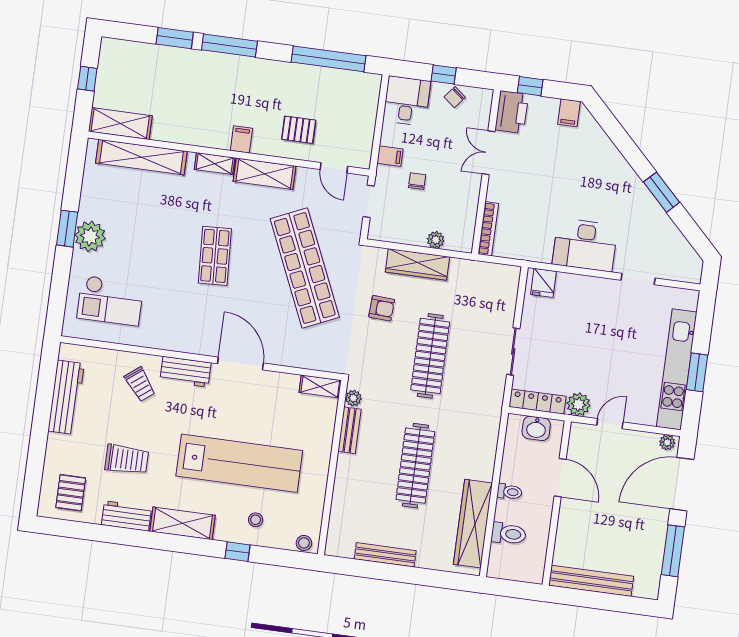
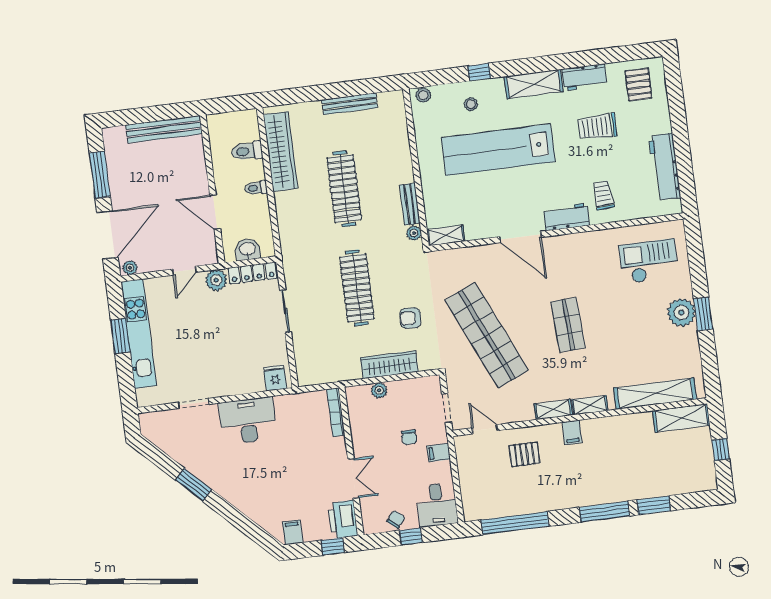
shelving: (265, 174) -> (553, 410), width x0.67, depth x0.75
trolley: (140, 384) -> (603, 195), turned 34

